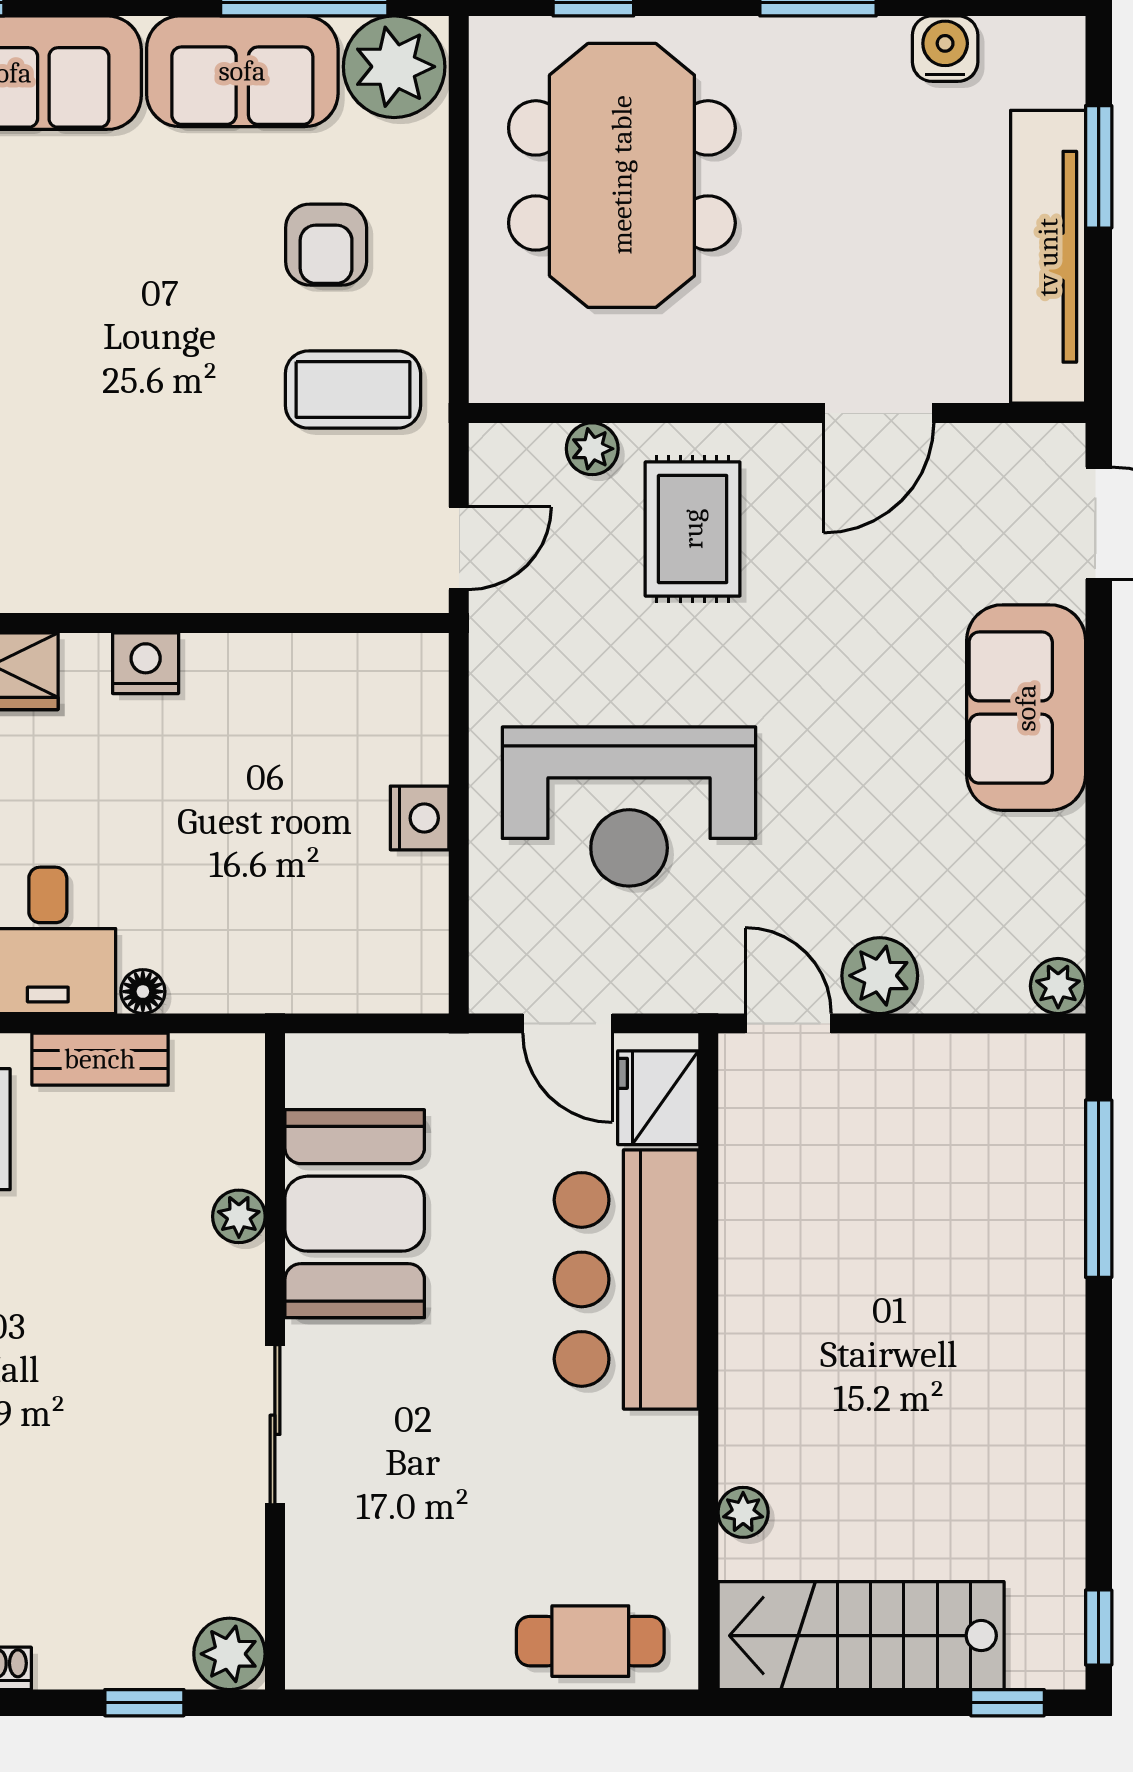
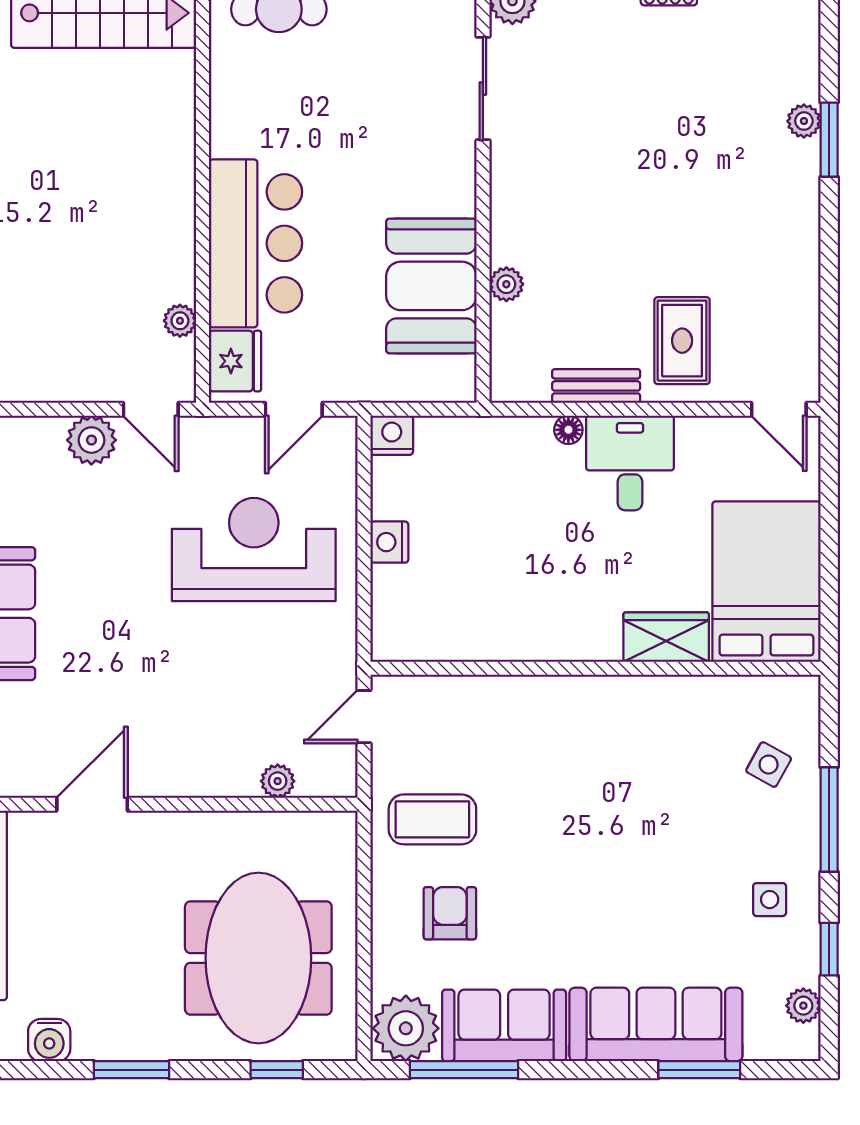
rug: (693, 529) -> (213, 729), removed
nightstand: (146, 663) -> (392, 435), moved, turned 180
door: (567, 1023) -> (294, 409), swing flipped
sliding door: (275, 1425) -> (483, 89), moved
plant: (743, 1512) -> (180, 321), moved

